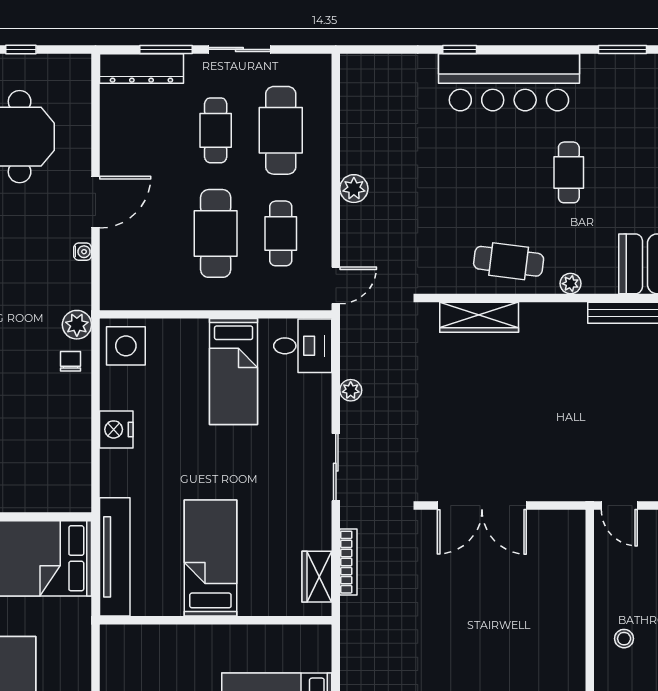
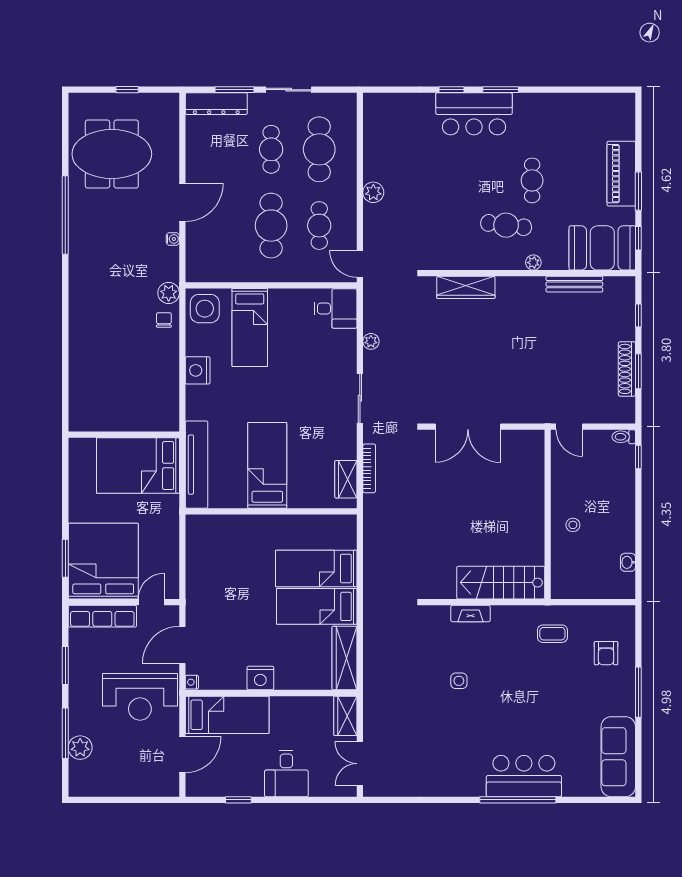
window: (622, 49) -> (501, 90), moved
bar counter: (509, 82) -> (474, 114), width x0.73
cafe table: (509, 261) -> (506, 225), moved
door: (336, 285) -> (360, 264), swing flipped
bed: (234, 371) -> (250, 328), moved

